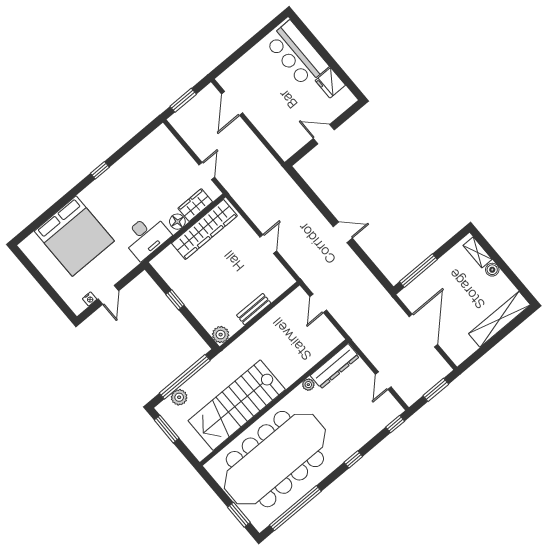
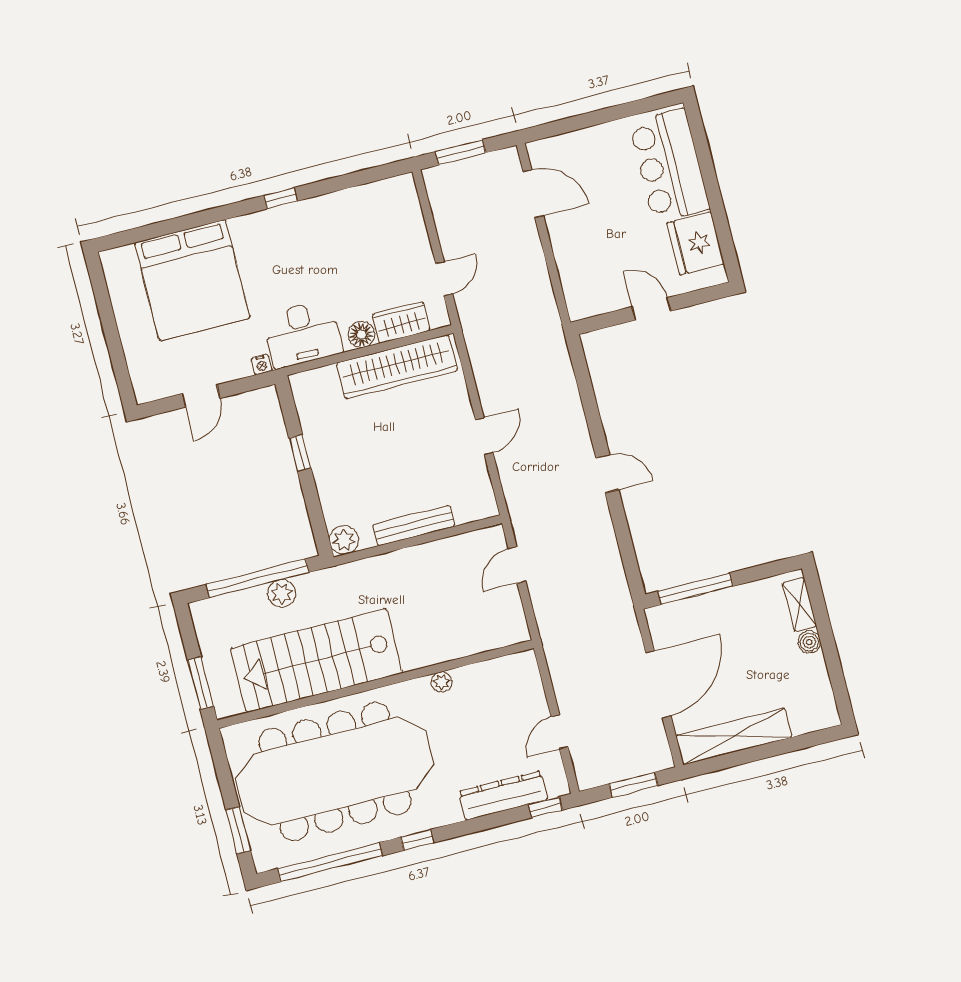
fridge: (330, 83) -> (695, 243), width x1.36, depth x1.34
door: (232, 103) -> (533, 194), swing flipped
nightstand: (90, 299) -> (262, 365), moved
bench: (254, 309) -> (414, 526), width x1.36
shelving: (499, 319) -> (734, 736), moved
dresser: (335, 366) -> (503, 795), moved, turned 180
plant: (179, 397) -> (282, 593), moved
window: (167, 429) -> (201, 683), moved
window: (353, 459) -> (417, 840), moved

